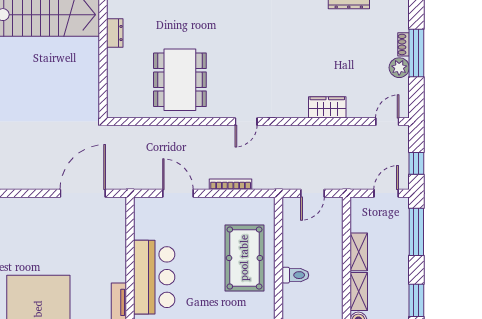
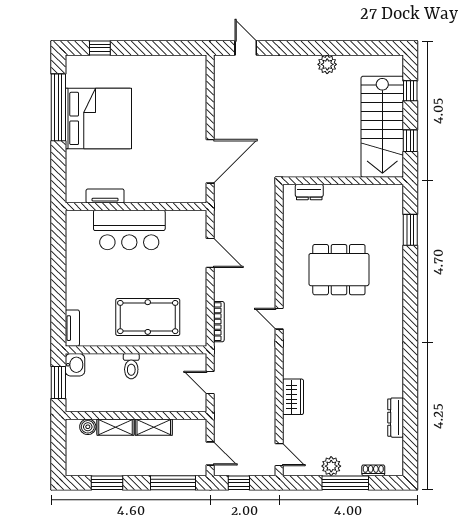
dresser: (115, 33) -> (309, 192), moved
shoe rack: (403, 44) -> (373, 470), moved
dining table: (180, 80) -> (339, 270), moved
bookcase: (231, 184) -> (219, 322), moved
door: (83, 193) -> (210, 161), hinge flipped
door: (178, 193) -> (210, 253), hinge flipped

